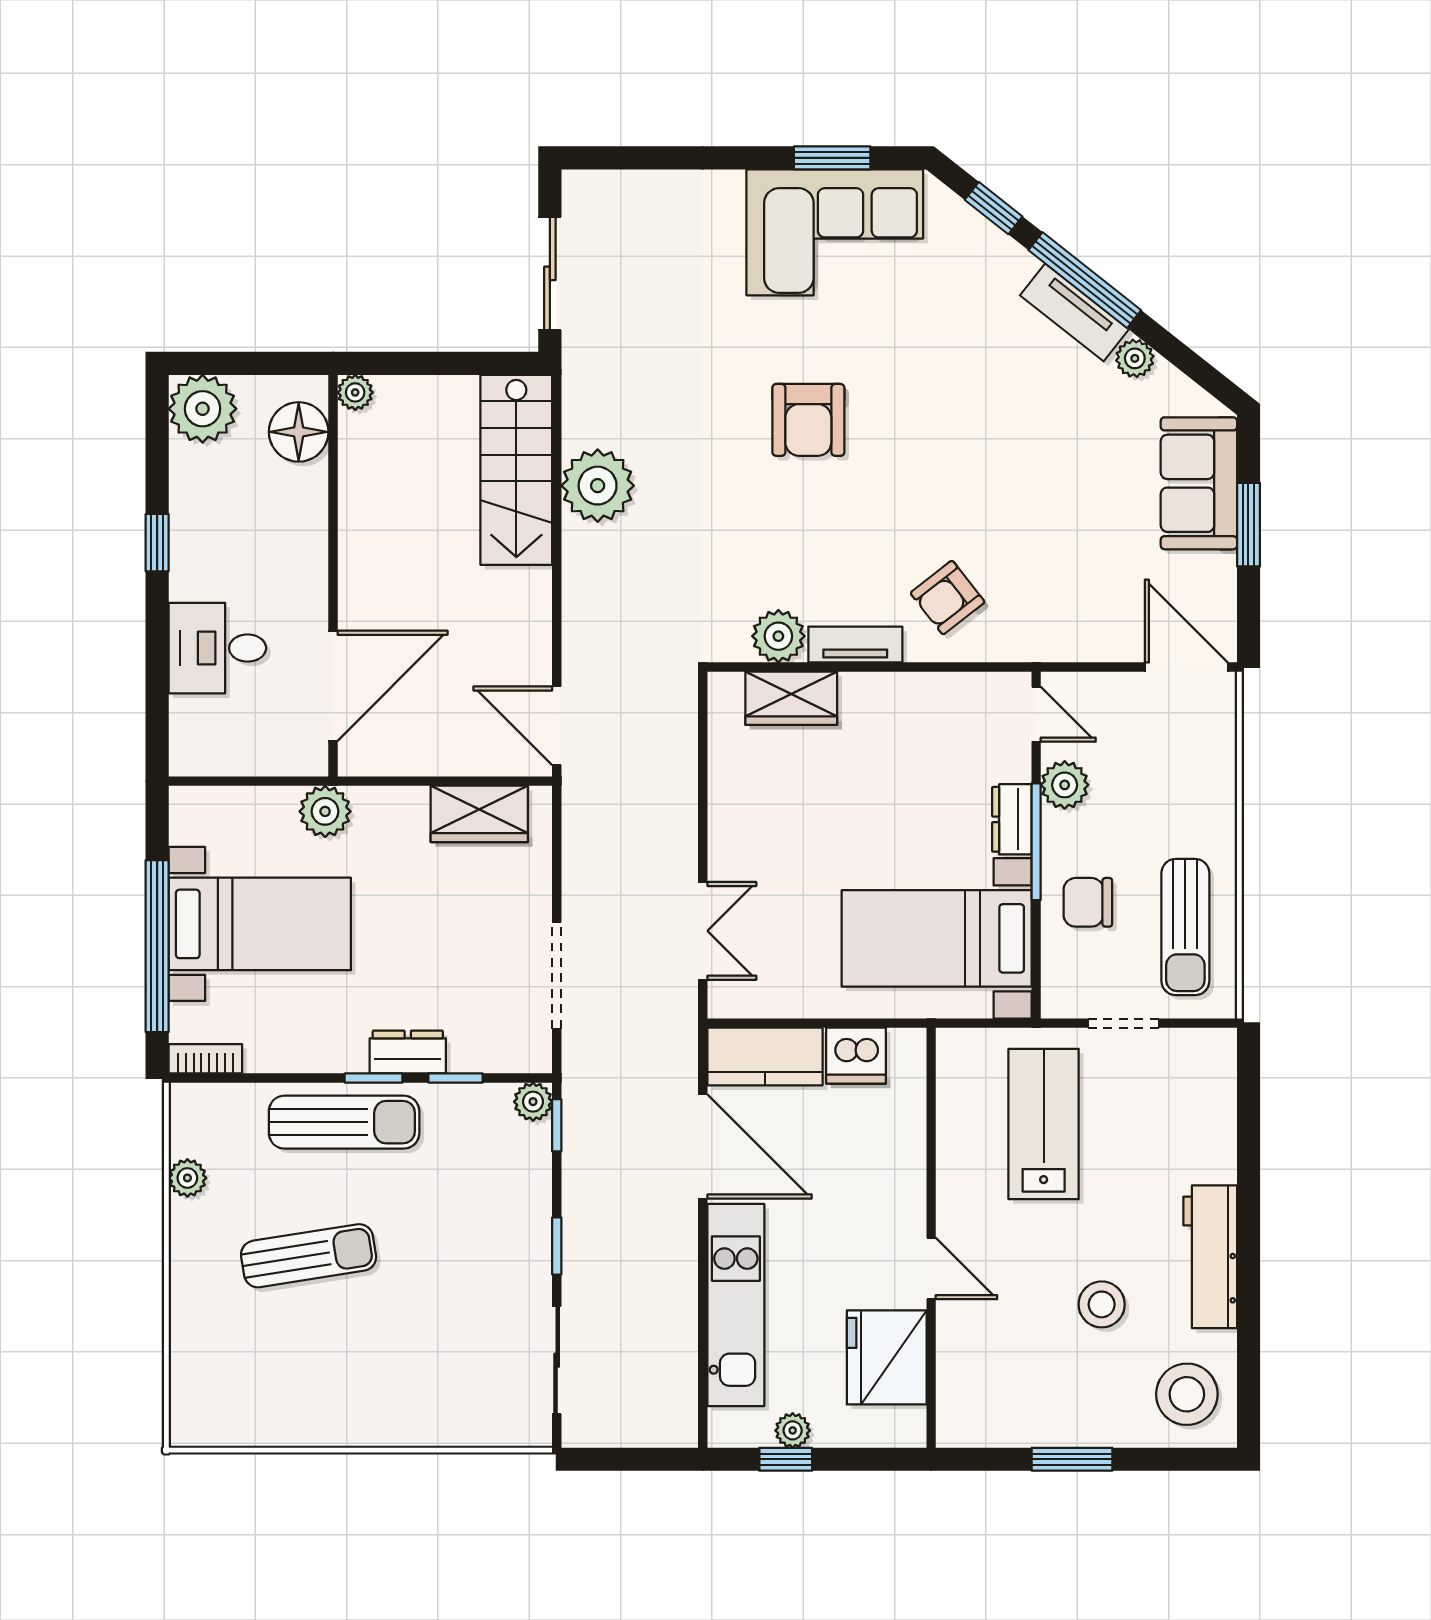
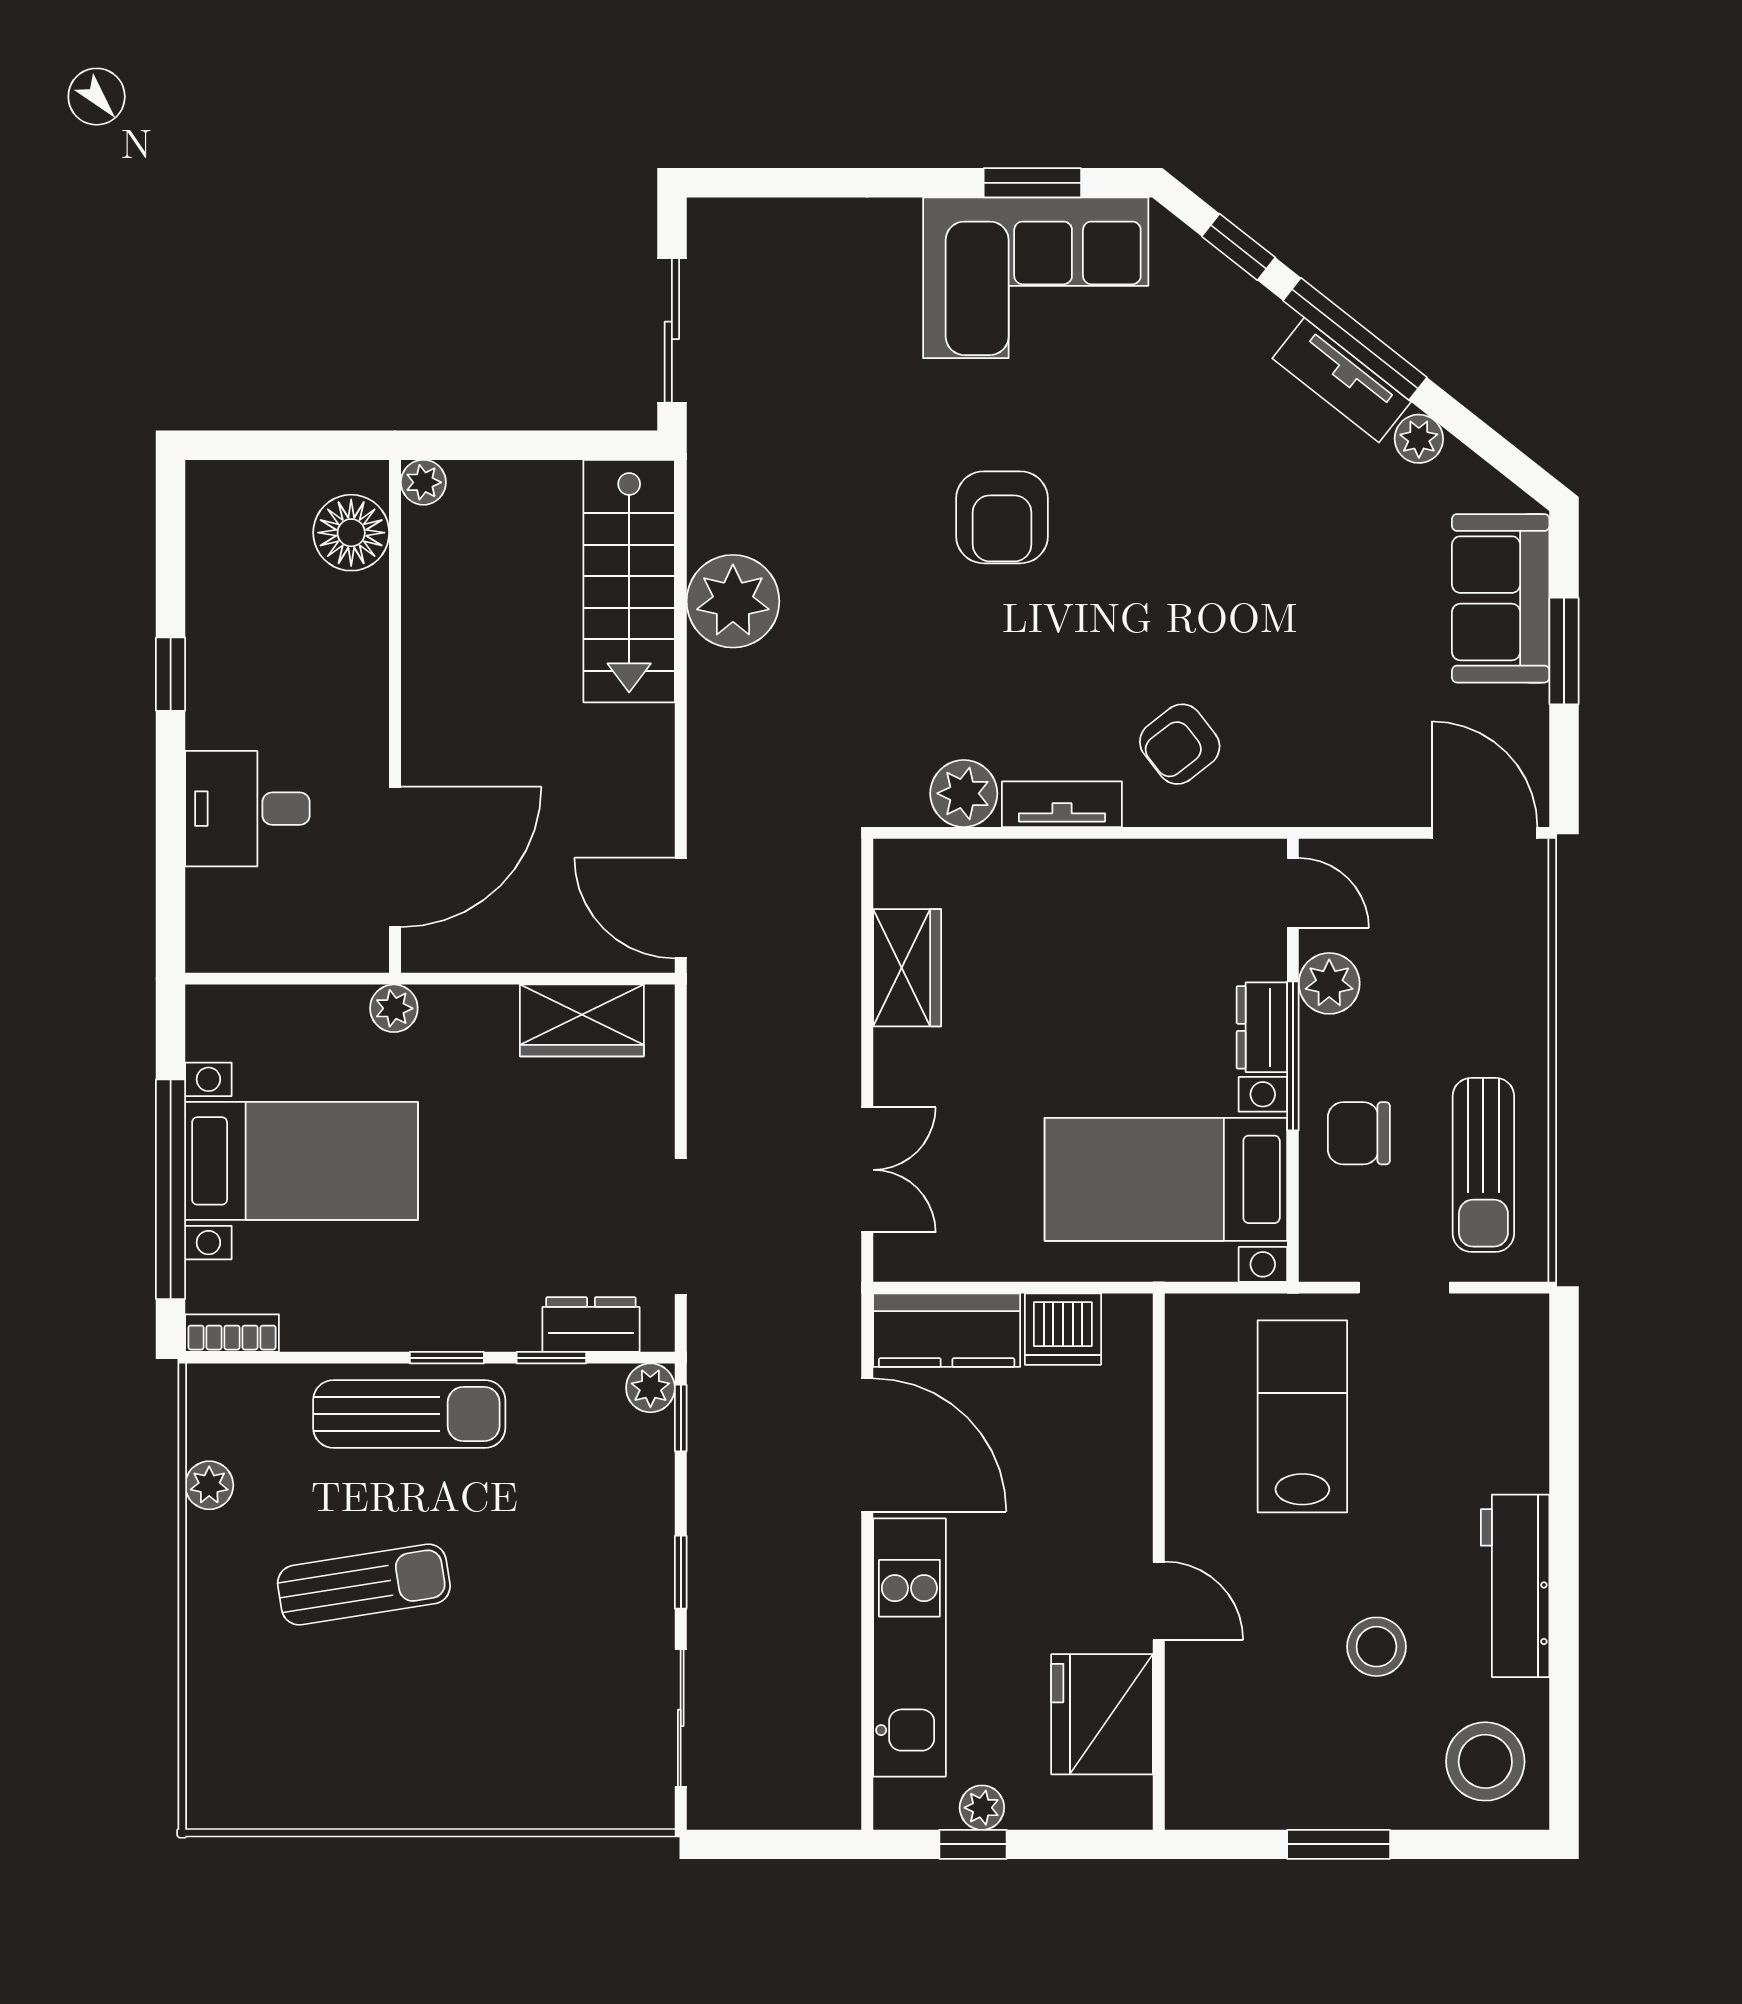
plant: (203, 409) -> (228, 503), removed
wardrobe: (791, 698) -> (907, 968), moved, turned -90
plant: (325, 811) -> (394, 1008), width x0.73, depth x0.73
dresser: (408, 1052) -> (591, 1324), moved

